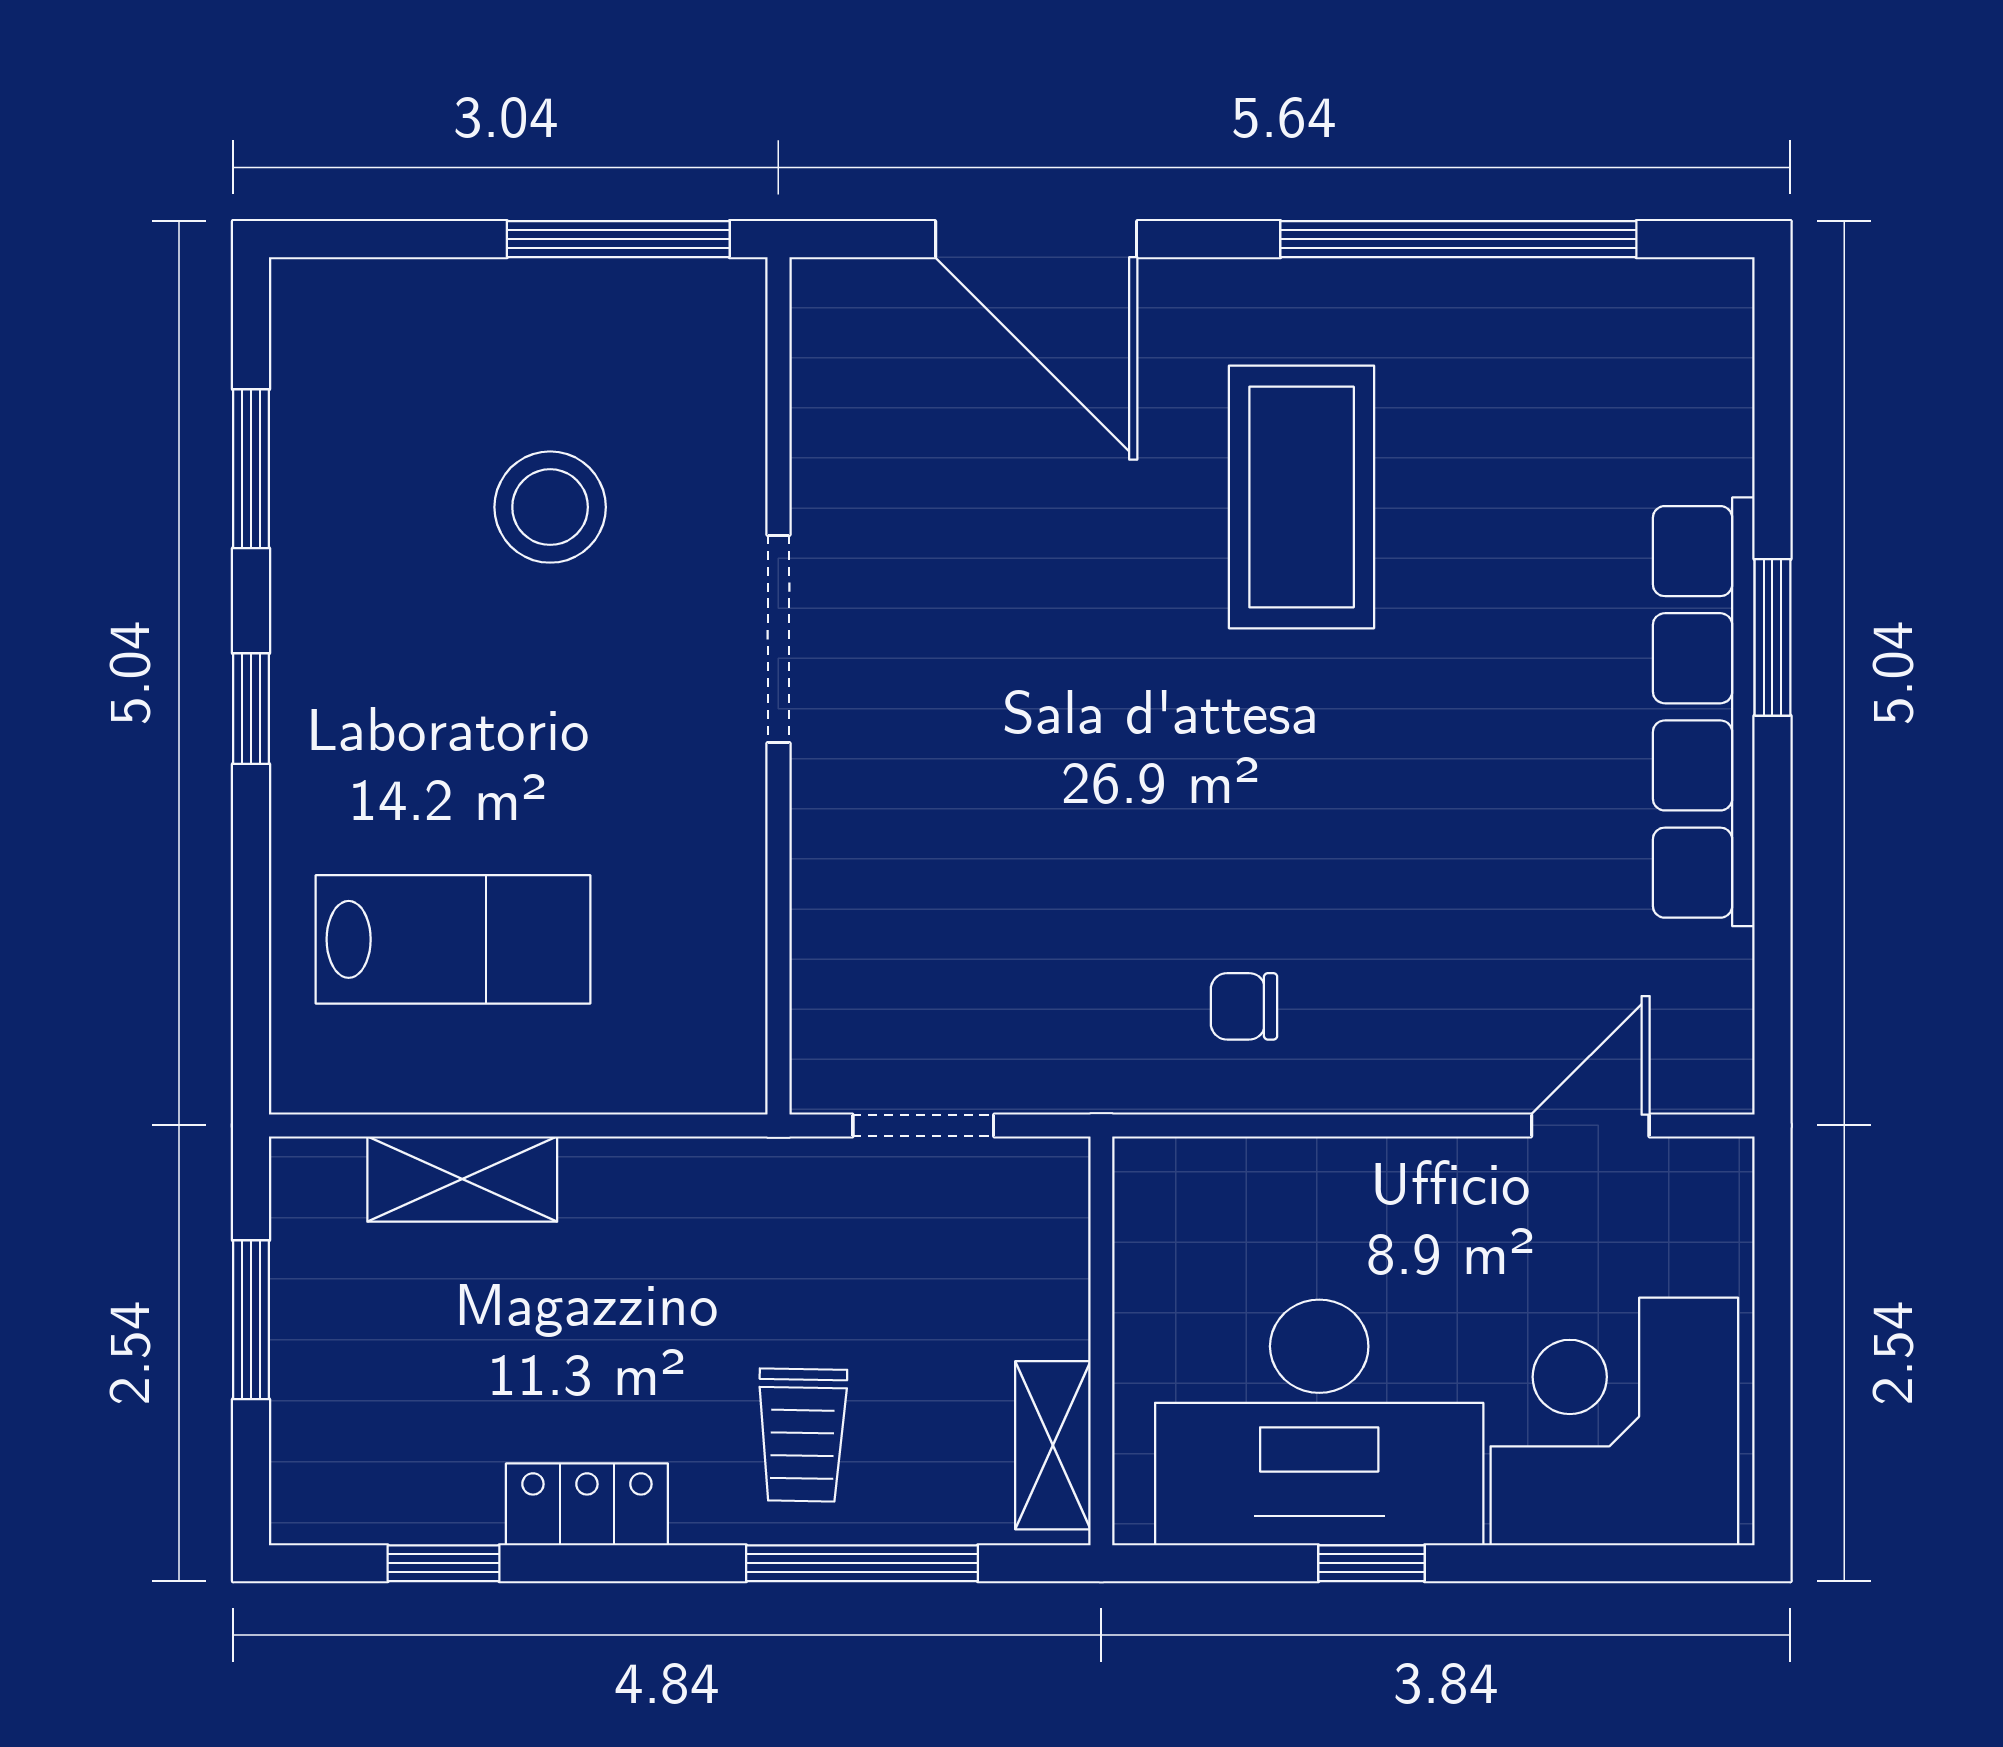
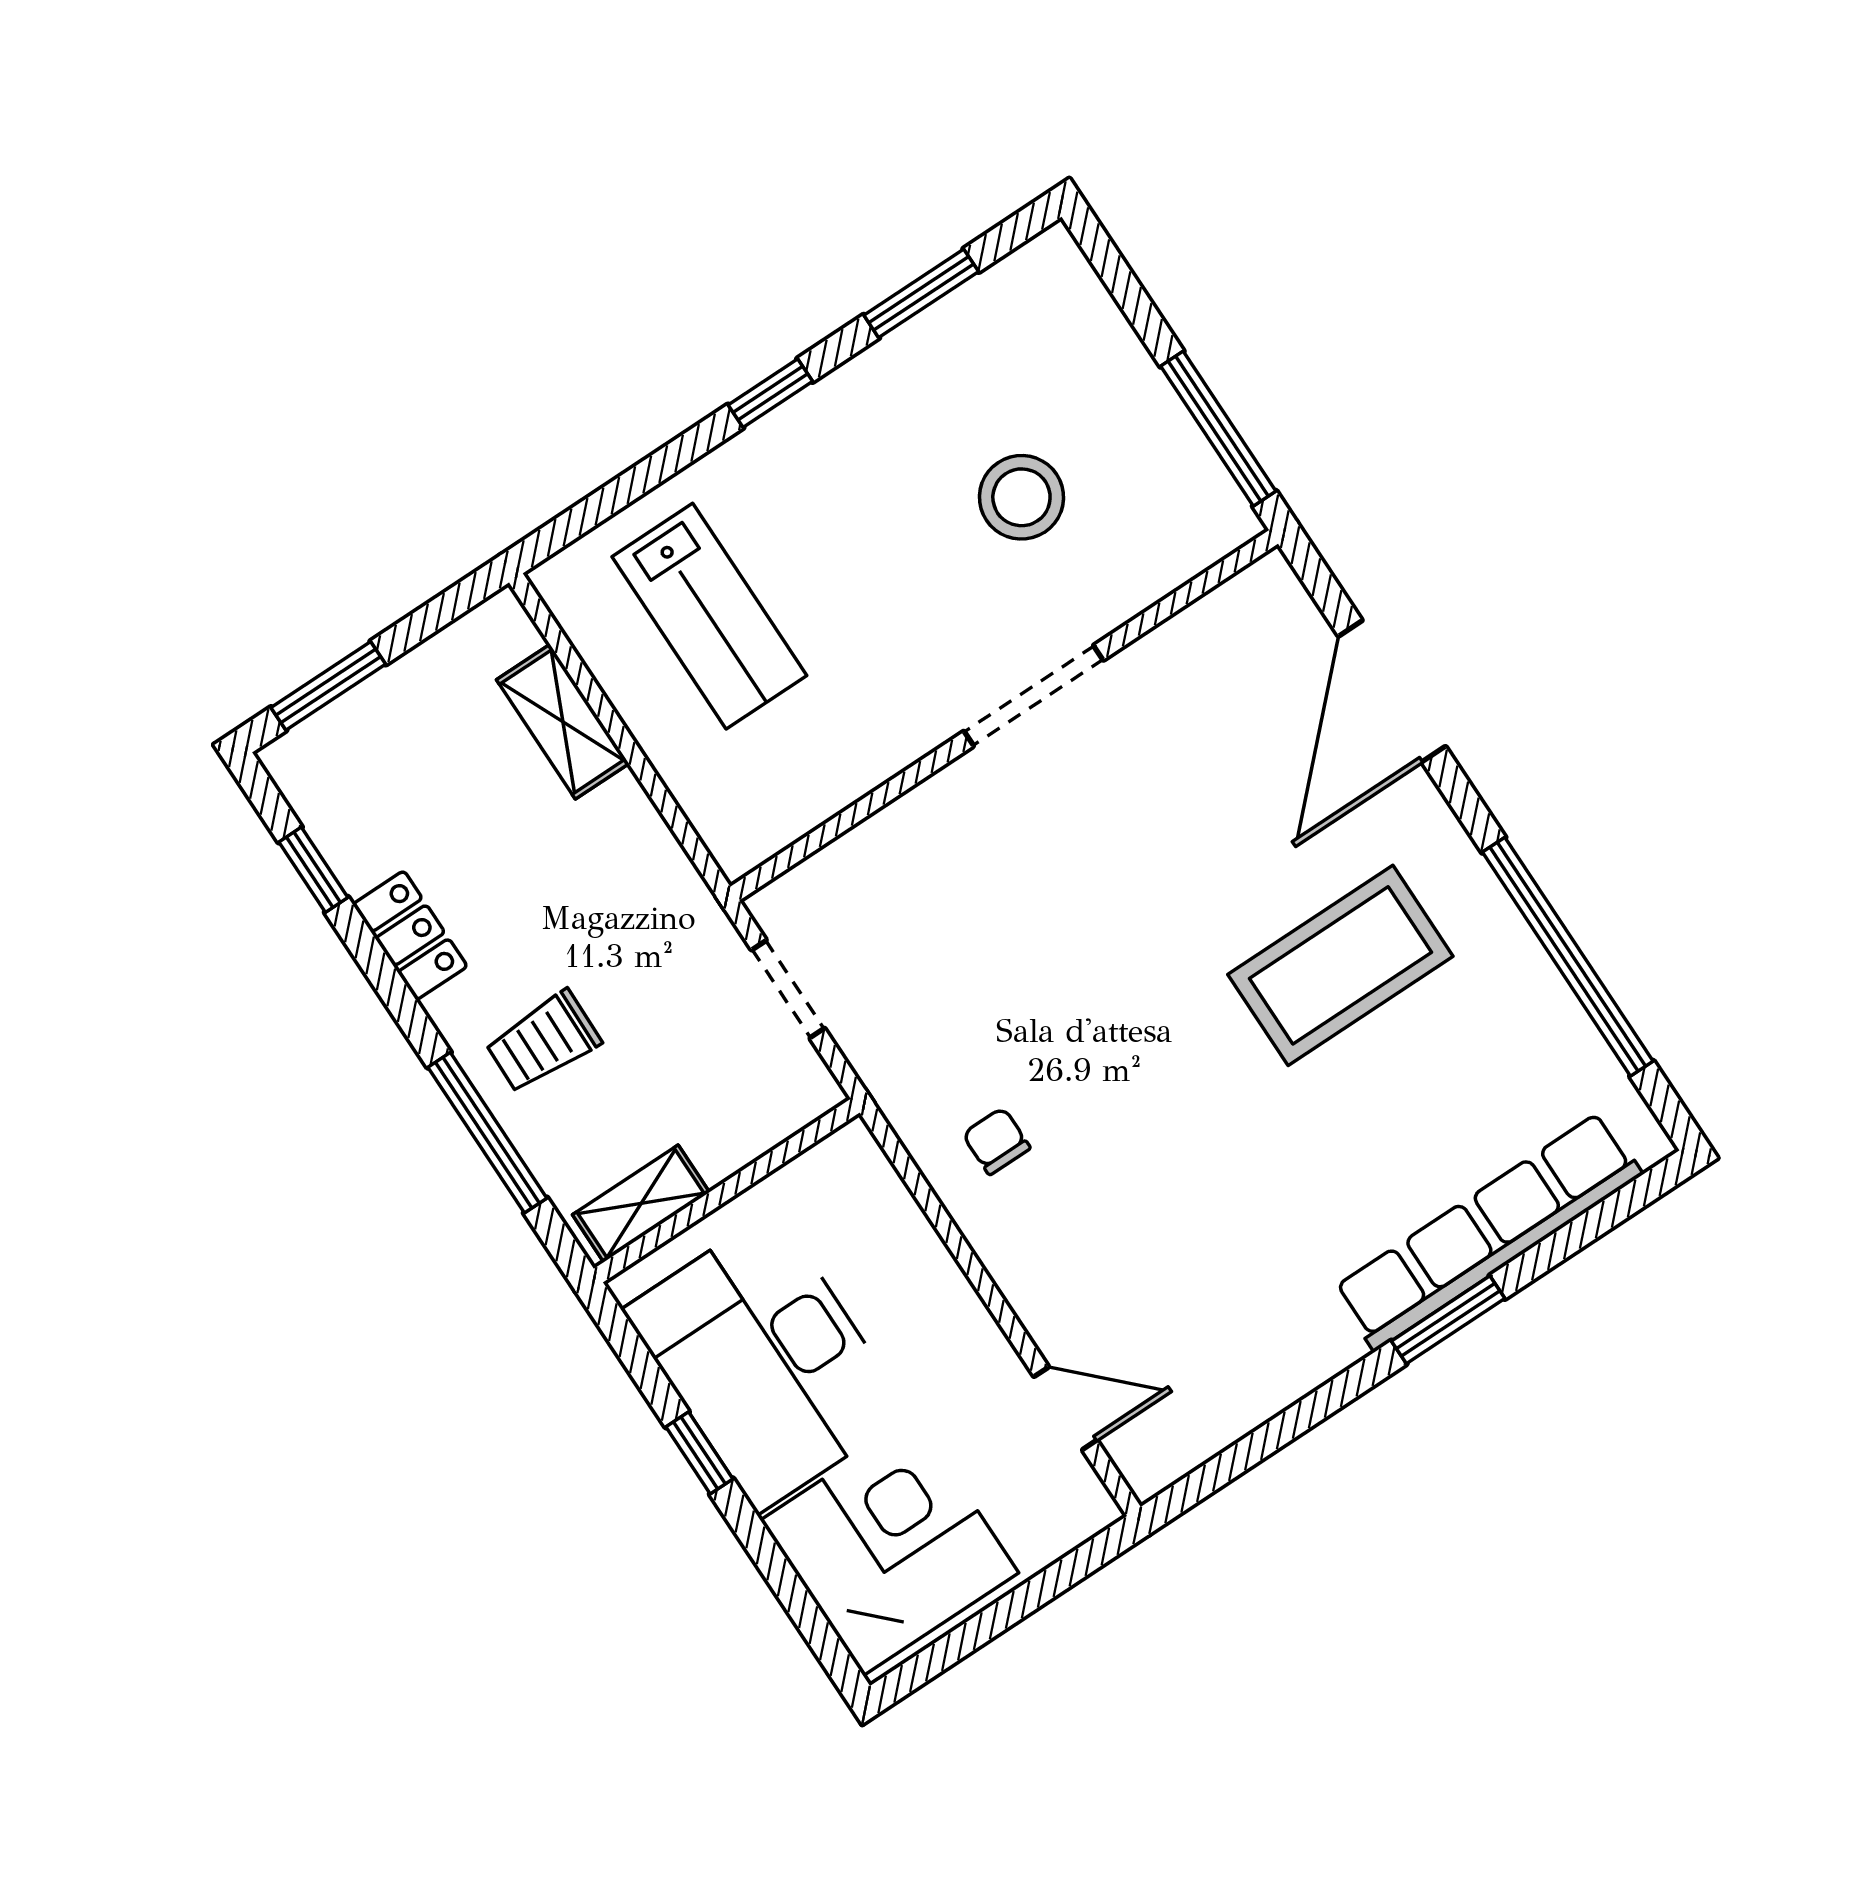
row of seats: (1704, 712) -> (1488, 1231), moved
window: (251, 1320) -> (328, 686), moved

